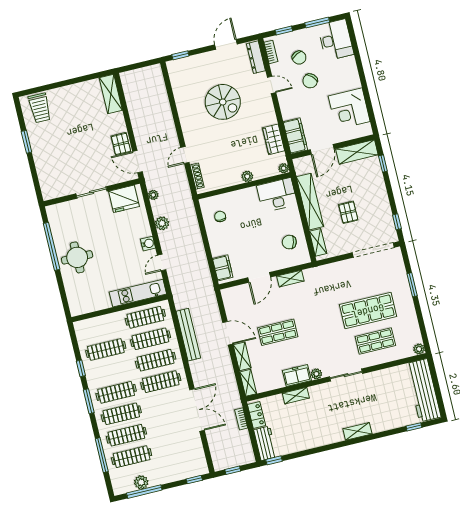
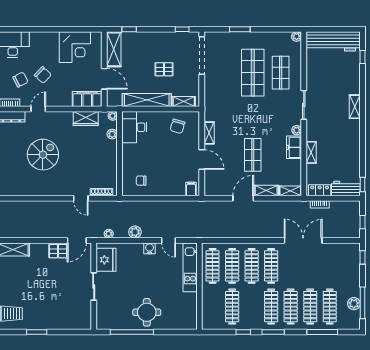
plant: (247, 176) -> (112, 134), moved
filing cabinet: (223, 268) -> (191, 189), width x0.50
bench: (188, 335) -> (236, 232), removed

